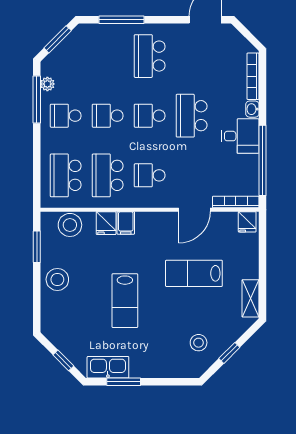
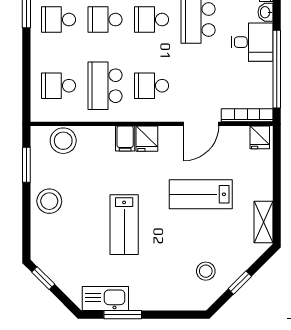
school desk: (66, 175) -> (59, 86), width x0.54
fridge: (106, 223) -> (147, 139), moved
window: (63, 360) -> (43, 278), moved

